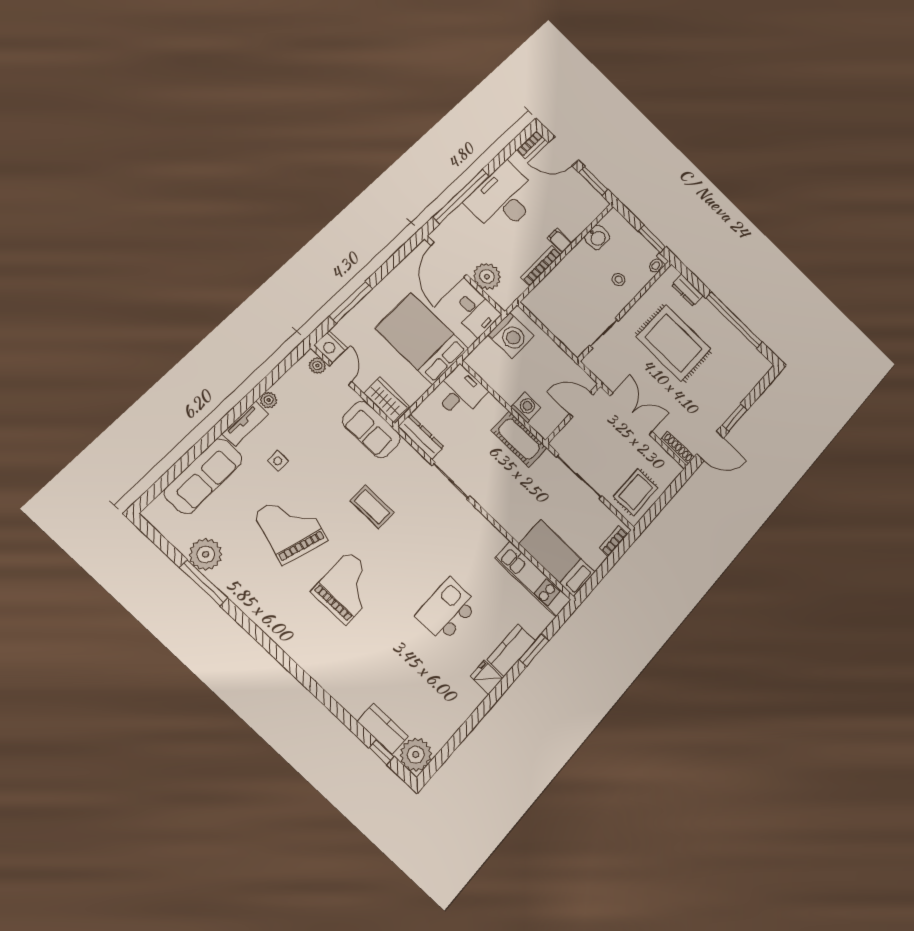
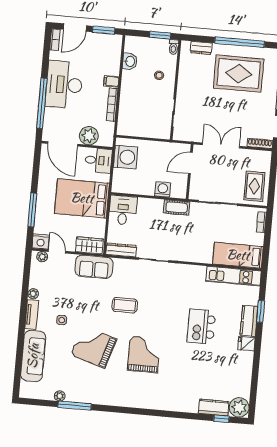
rug: (674, 343) -> (239, 74), moved
cot: (519, 439) -> (177, 207), width x0.73, depth x0.75
plant: (206, 554) -> (60, 396), width x0.53, depth x0.53

